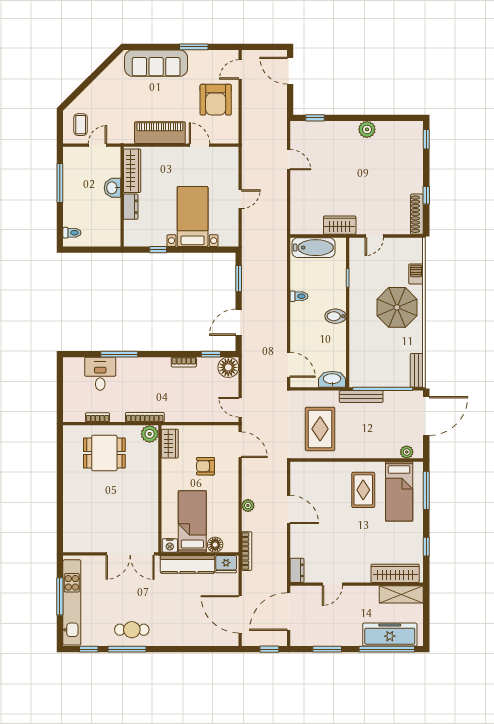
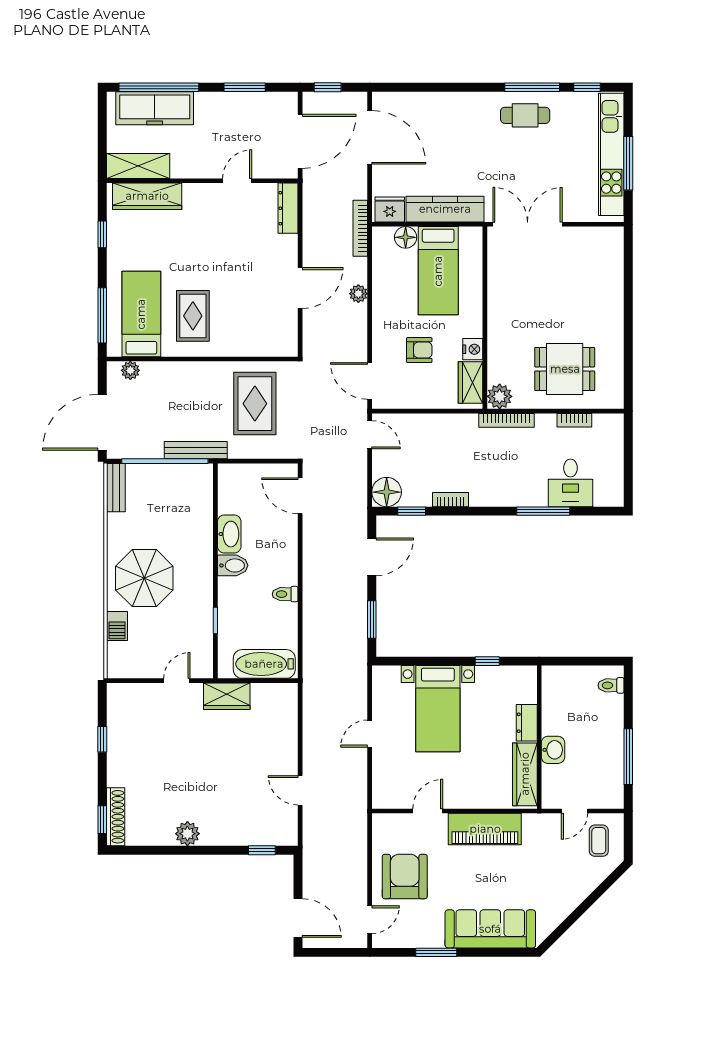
door: (200, 145) -> (428, 811), swing flipped
shoe rack: (417, 214) -> (116, 817), moved
washbasin: (332, 379) -> (229, 534), moved, turned -90
door: (289, 509) -> (300, 288), swing flipped
nightstand: (170, 545) -> (473, 349), moved, turned 90
dresser: (297, 570) -> (288, 208), width x1.44

